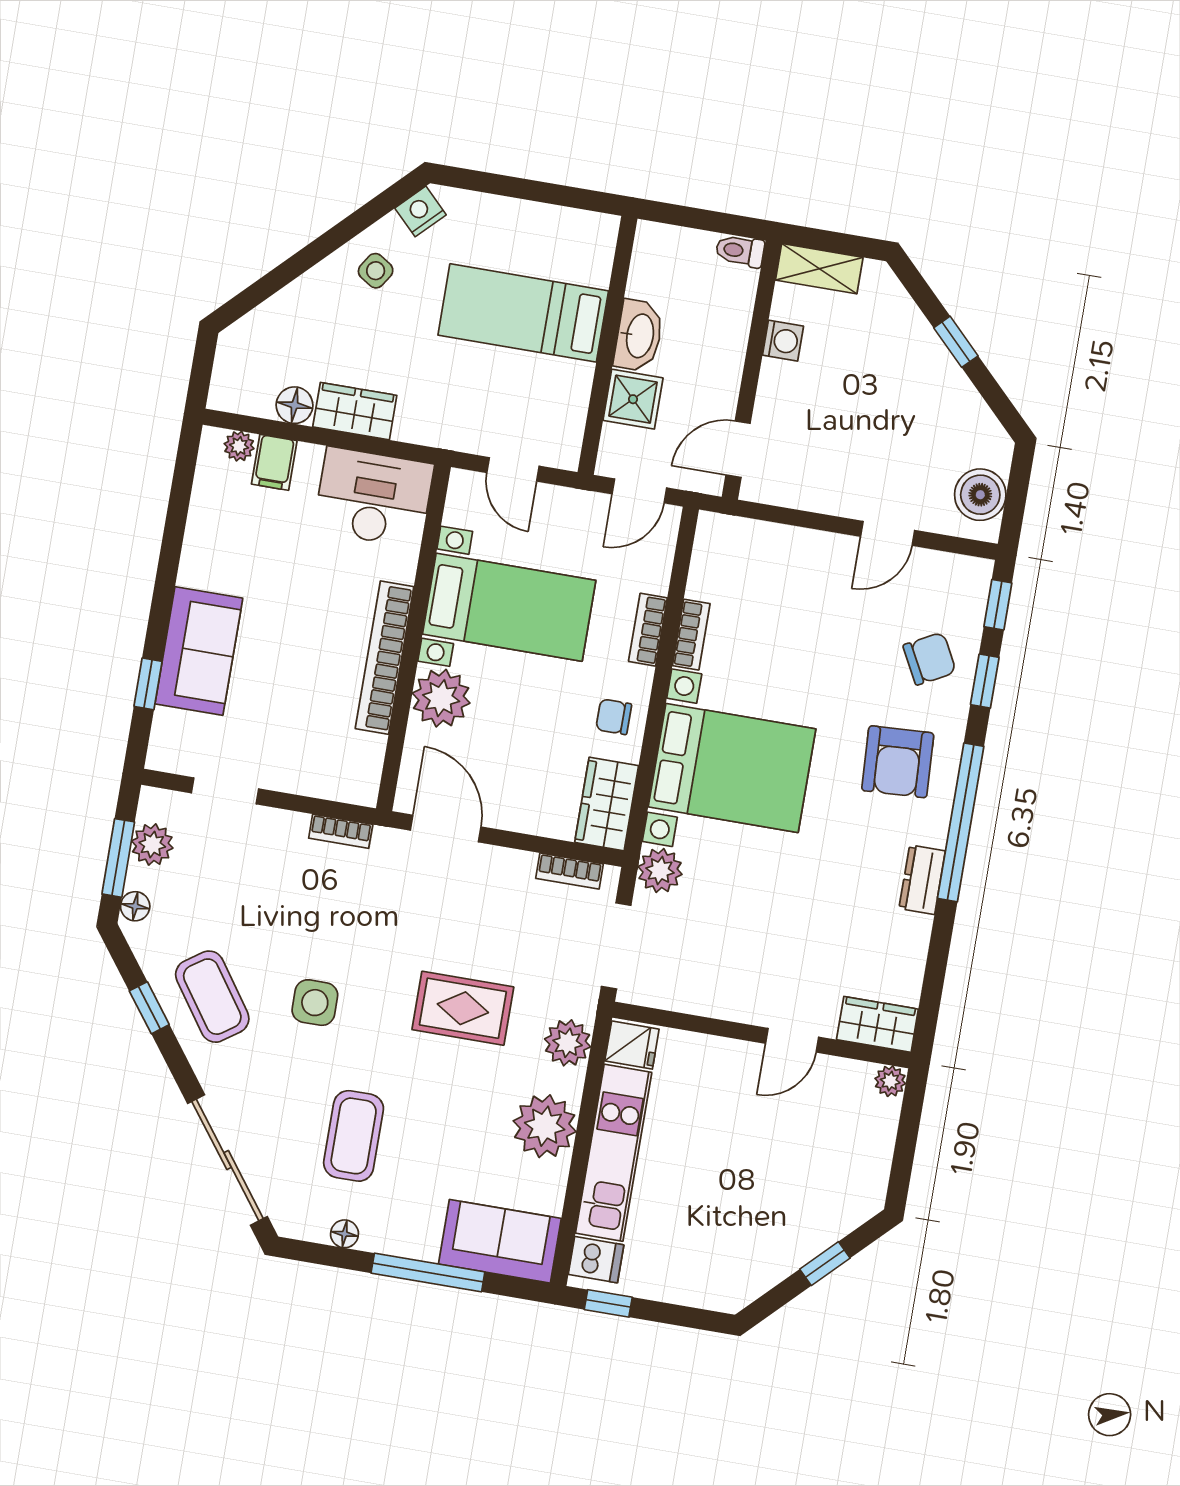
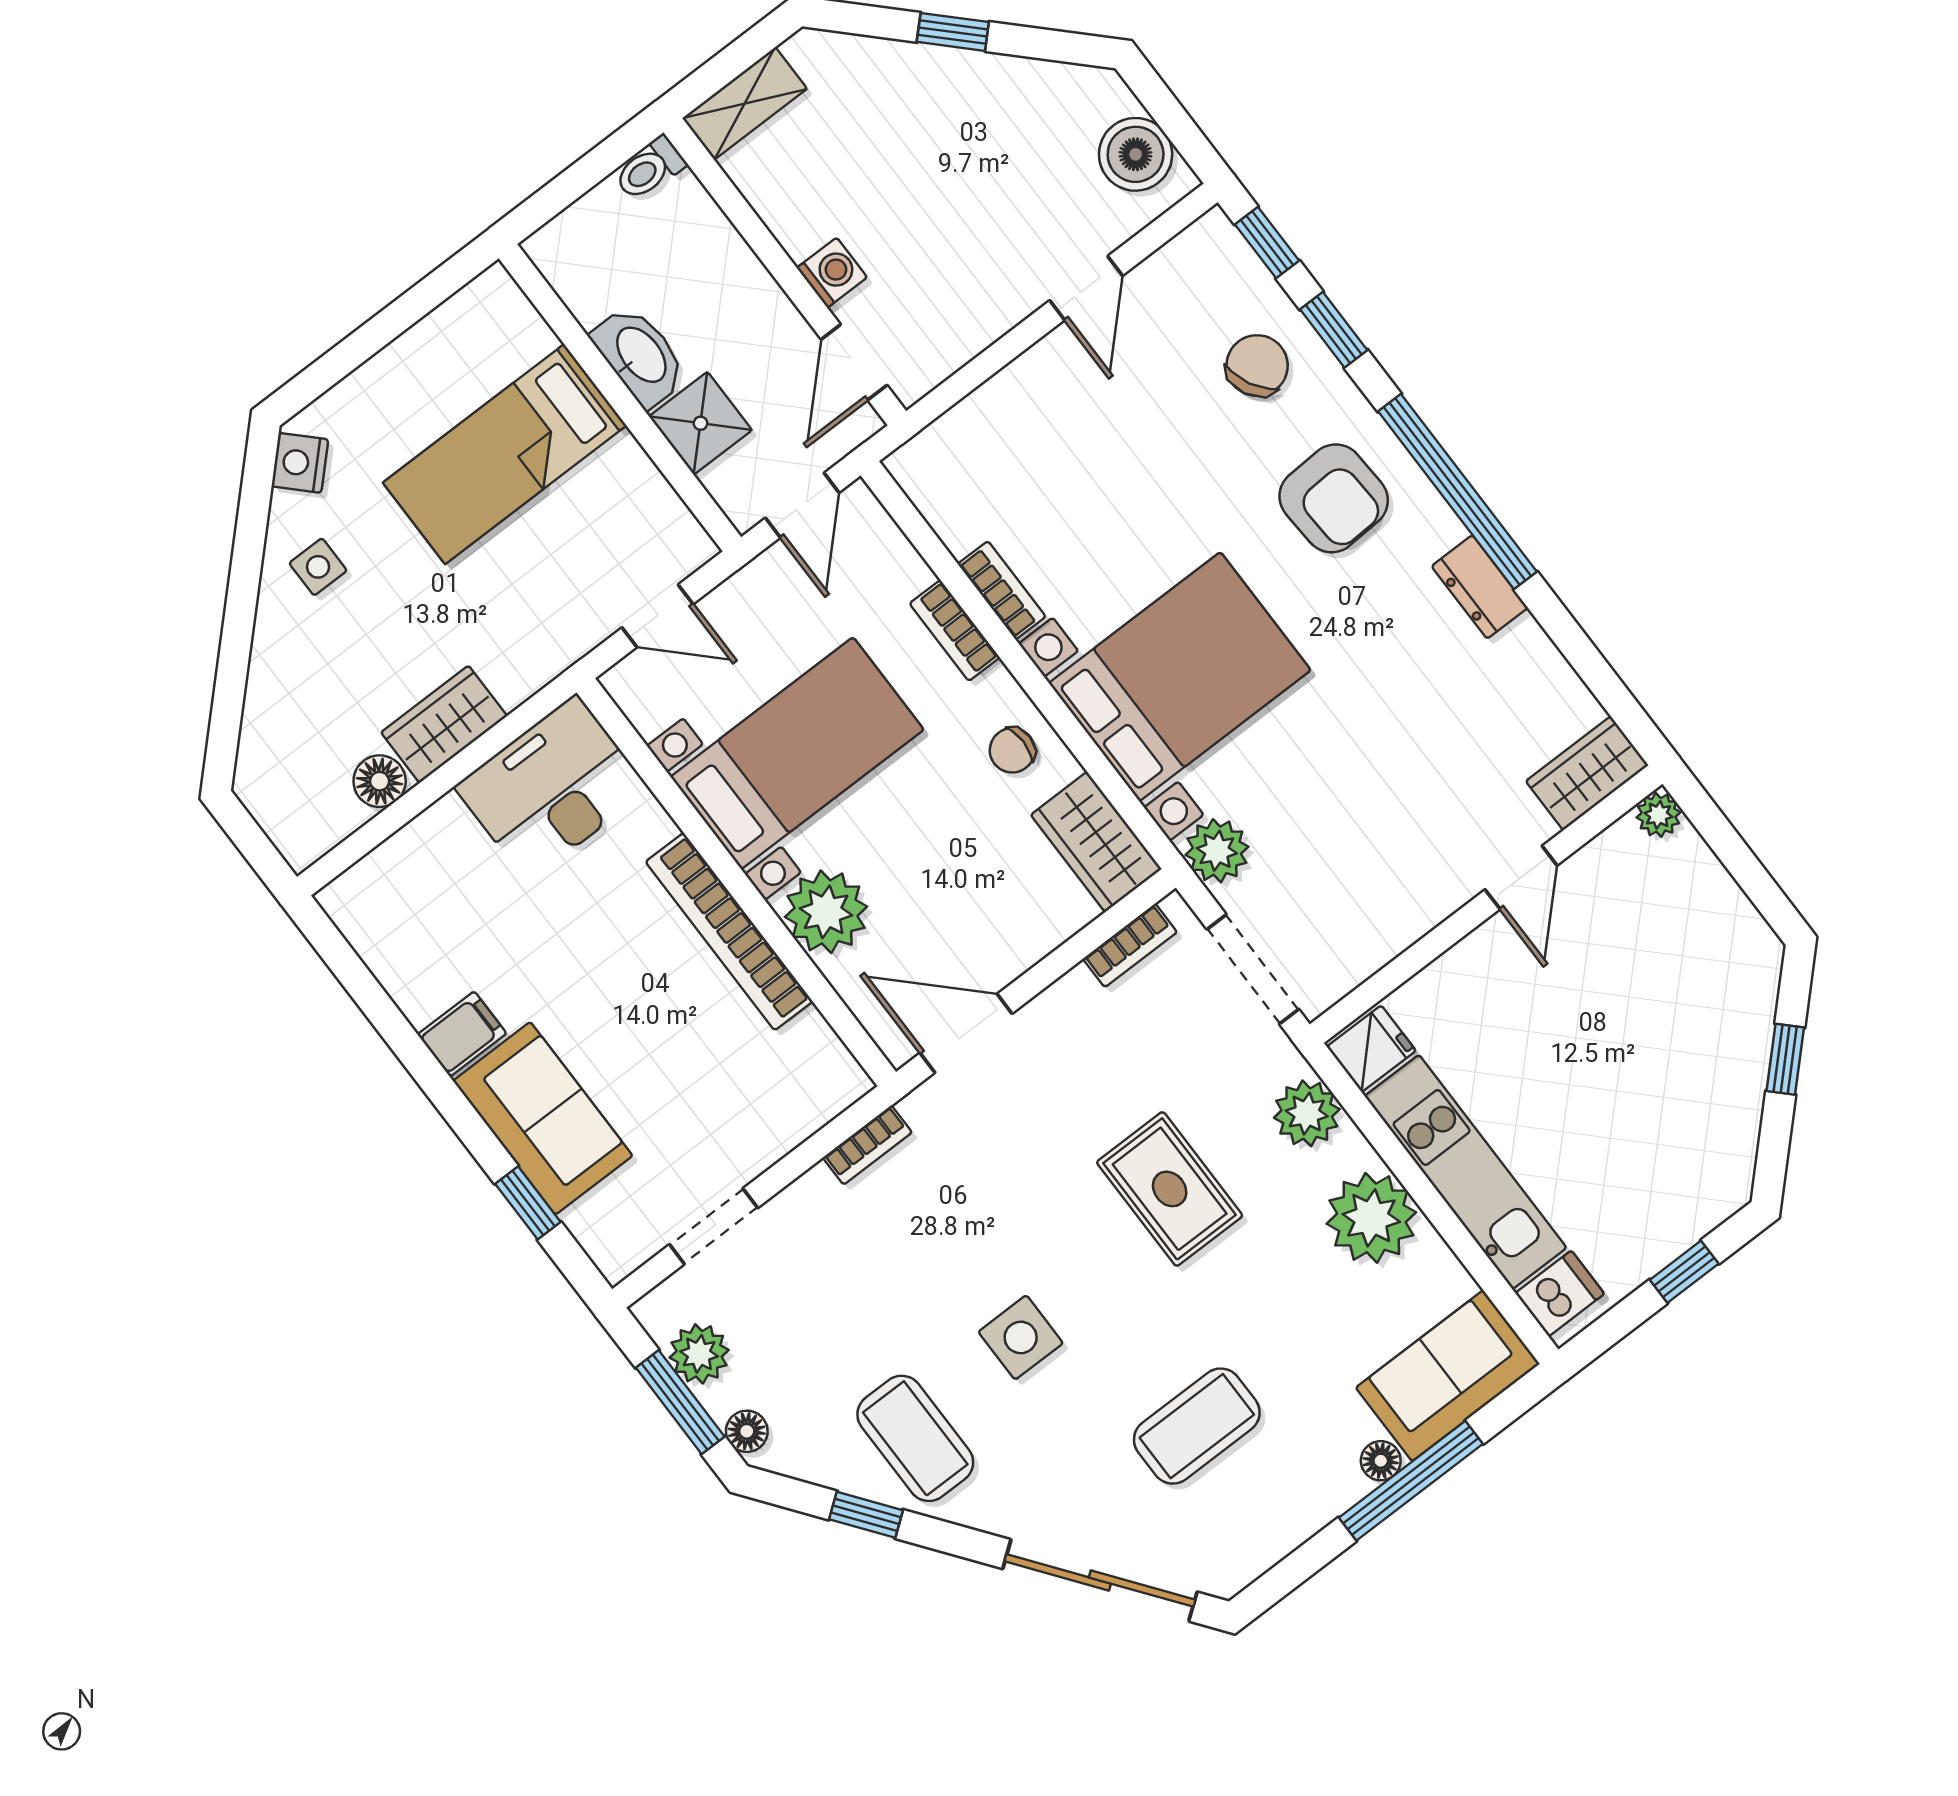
side table: (376, 271) -> (318, 567), turned -33
washing machine: (783, 341) -> (832, 273), moved
plant: (239, 446) -> (369, 878), removed
filing cabinet: (274, 462) -> (462, 1034), moved, turned -90
coffee table: (212, 997) -> (915, 1438), turned 35
rug: (463, 1008) -> (1170, 1189), turned 90
coffee table: (354, 1136) -> (1197, 1426), turned 90
floor lamp: (345, 1234) -> (1381, 1461), moved
window: (608, 1303) -> (1684, 1272), moved

